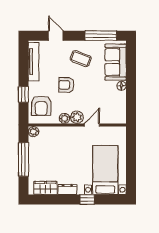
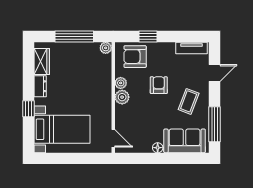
tv unit: (34, 62) -> (192, 48), width x0.71
door: (92, 125) -> (113, 138), moved

